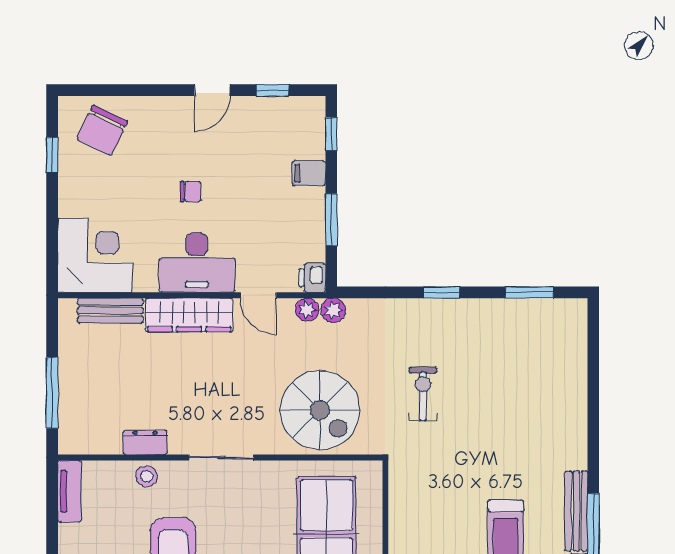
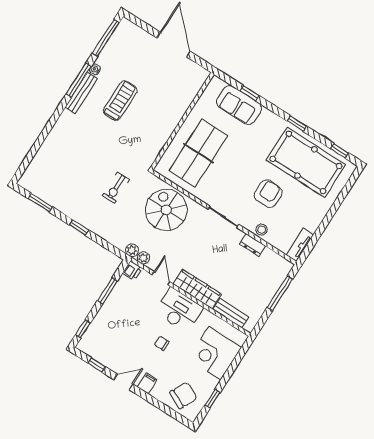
filing cabinet: (309, 173) -> (147, 383), moved, turned -90
corner desk: (95, 255) -> (215, 353), moved

